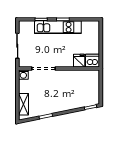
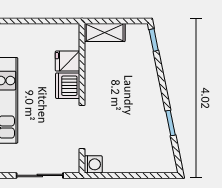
dishwasher: (92, 61) -> (68, 86), moved
shelving: (23, 104) -> (105, 32), moved

